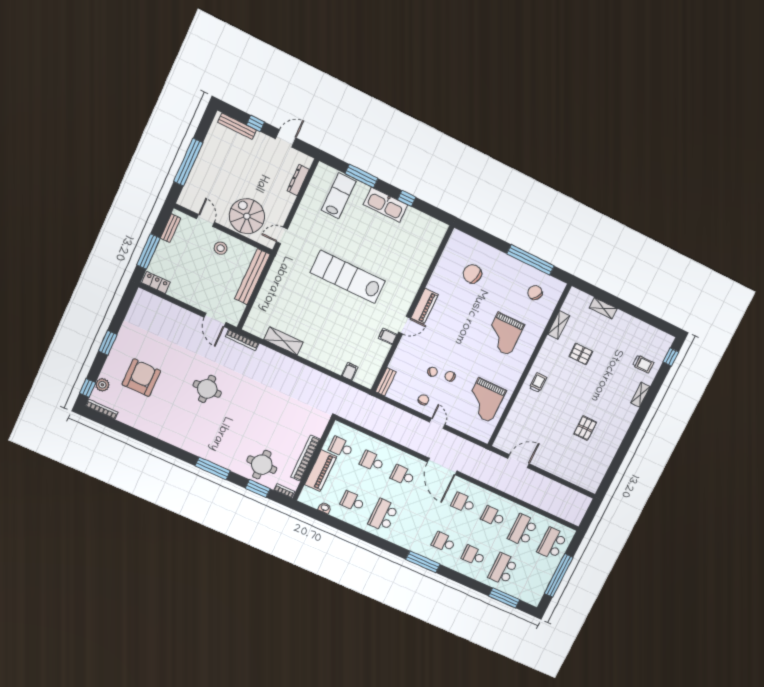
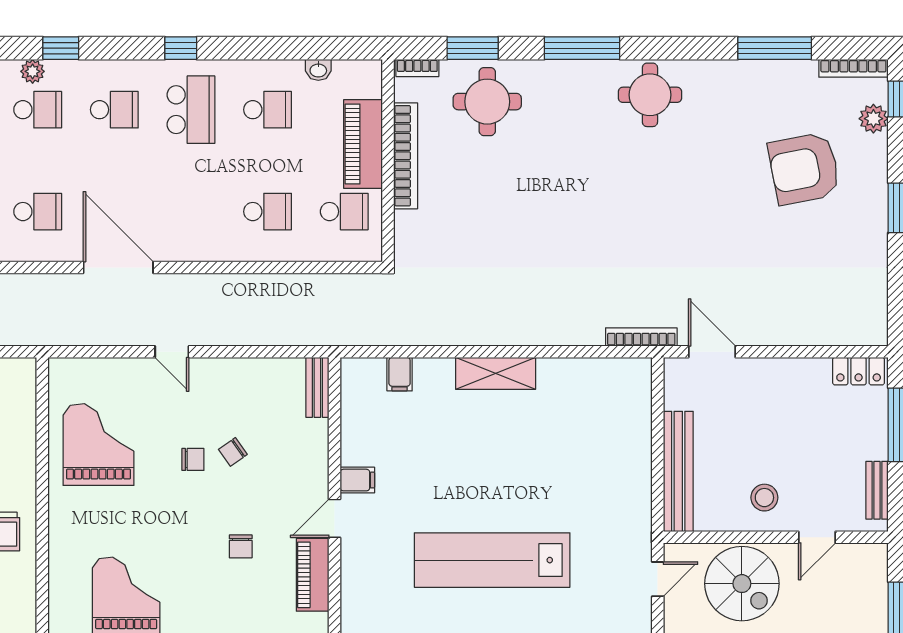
door: (206, 220) -> (817, 537), hinge flipped
lab bench: (348, 277) -> (492, 560), turned 180
shelving: (283, 341) -> (496, 373), moved
armchair: (141, 378) -> (804, 169), turned 79
round table: (207, 389) -> (650, 95), moved
chair: (423, 400) -> (241, 546), moved
window: (132, 432) -> (775, 48), added
school desk: (403, 475) -> (114, 110), moved
window: (376, 541) -> (181, 48), added
plant: (438, 558) -> (33, 71), added
window: (423, 562) -> (61, 48), width x0.46

